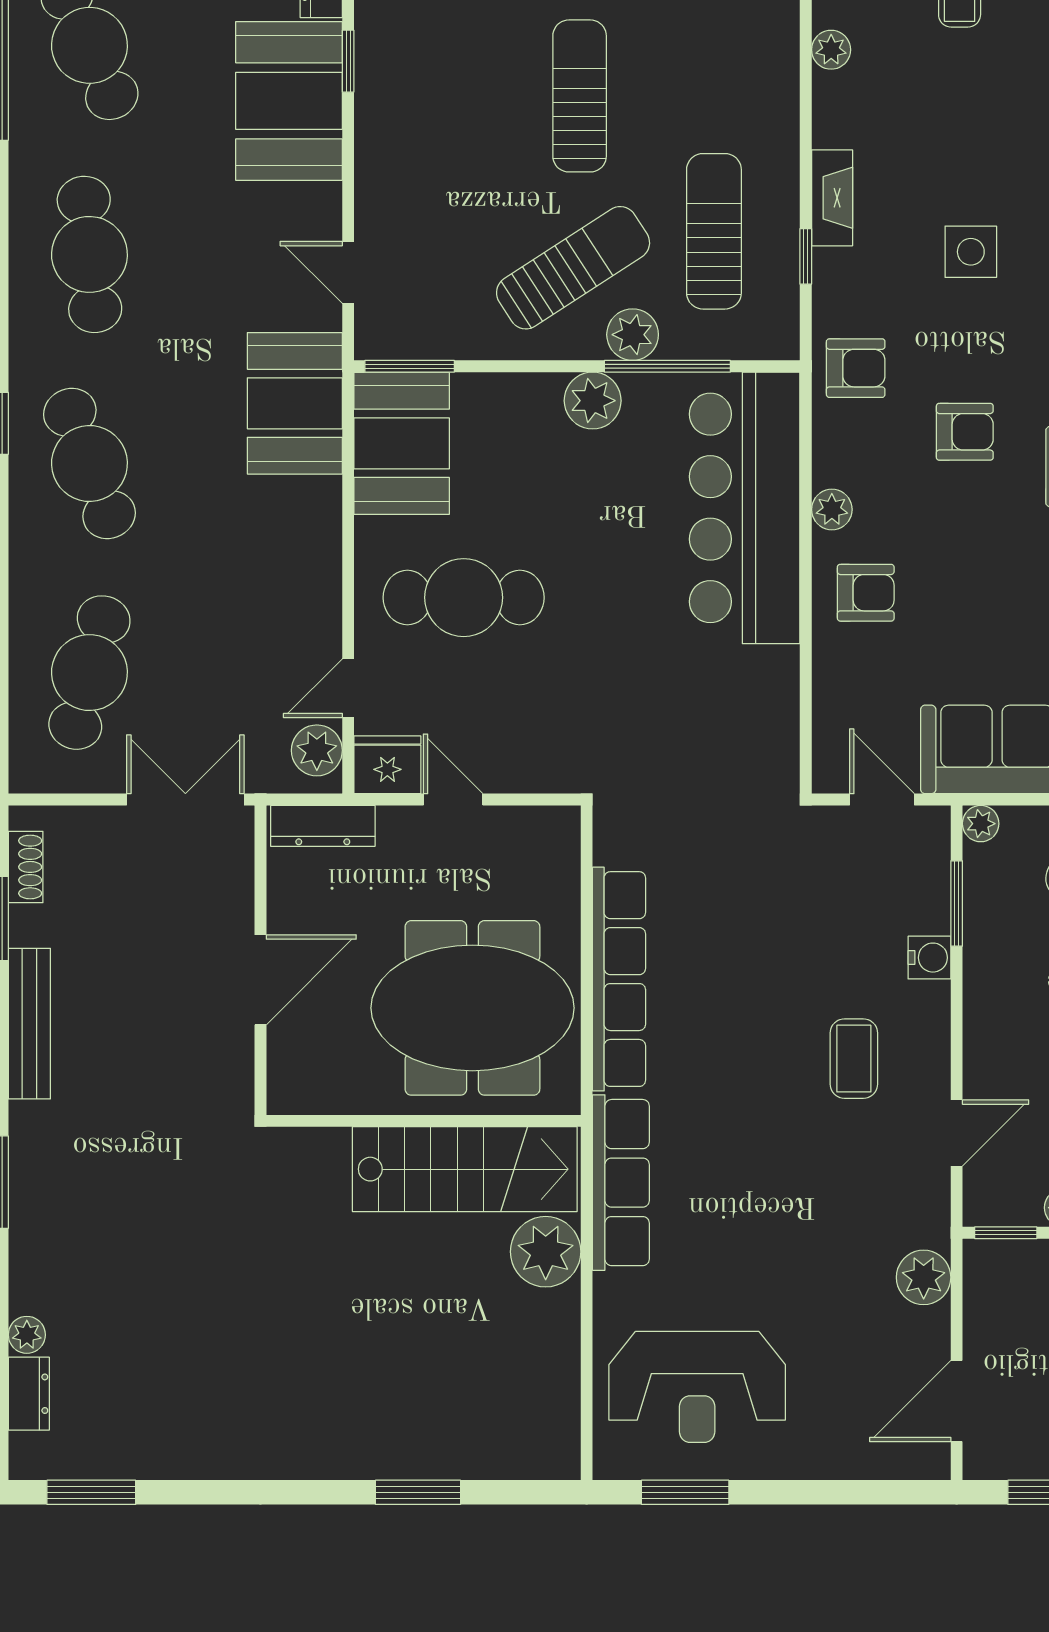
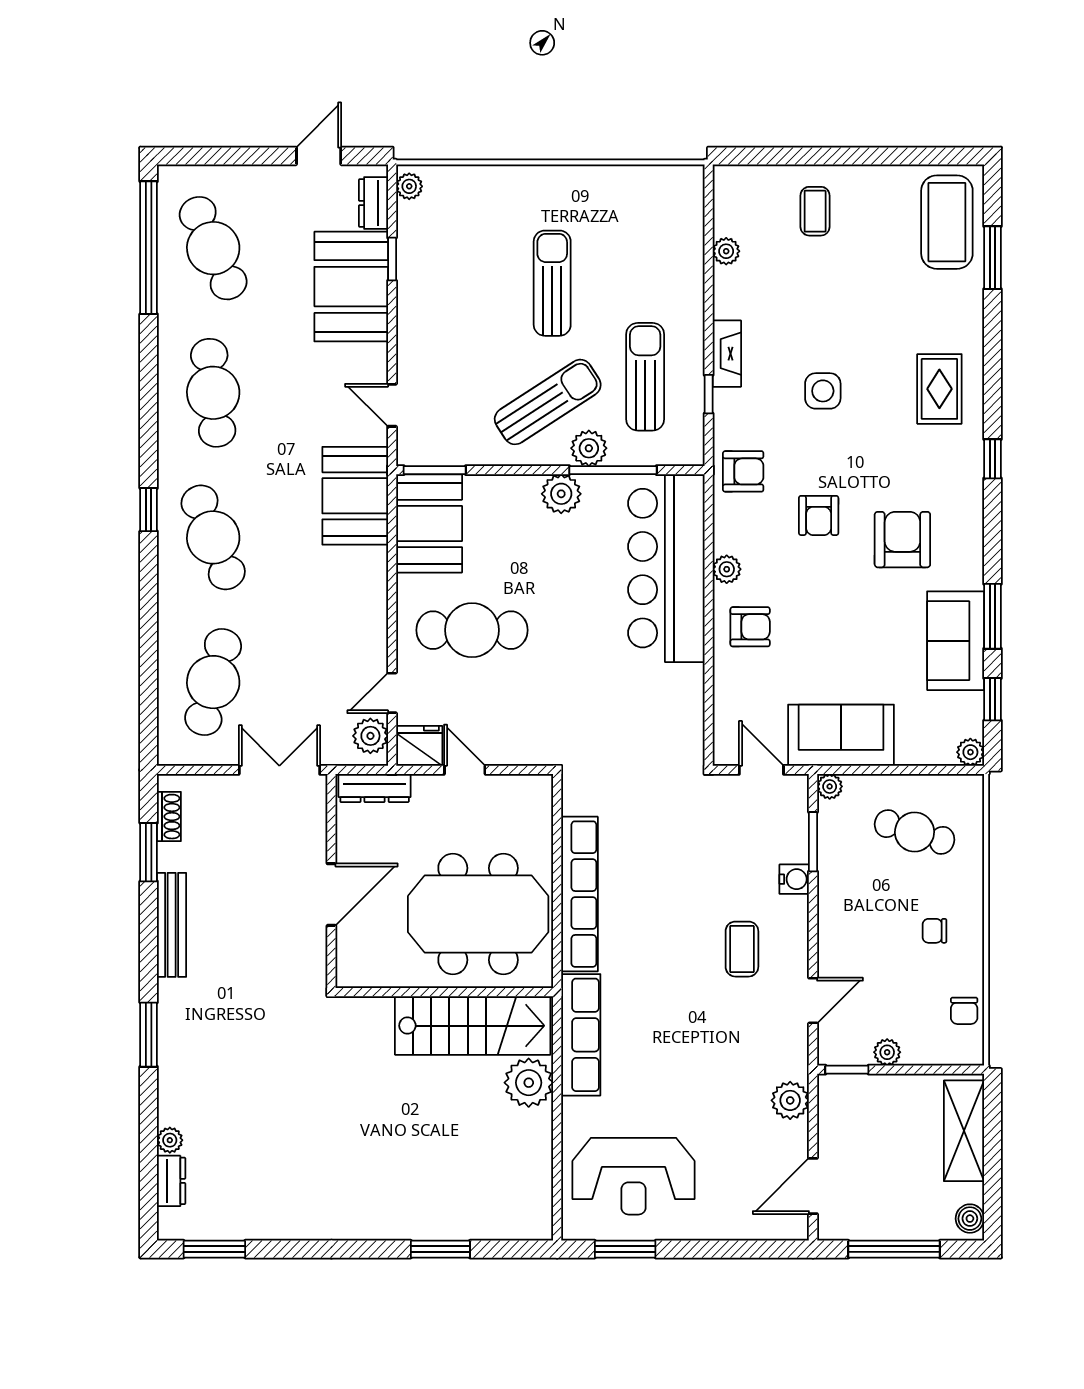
armchair: (965, 432) -> (819, 515), turned 90

